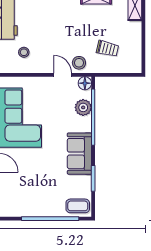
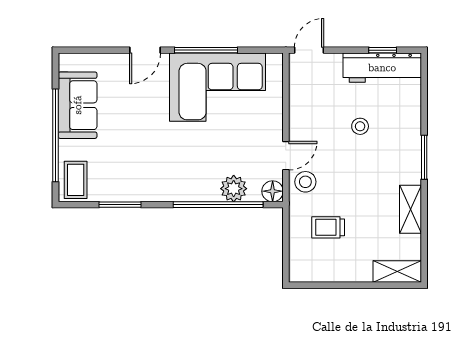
trolley: (107, 49) -> (328, 227), turned 77
stool: (24, 52) -> (360, 126), moved
sofa: (79, 154) -> (78, 105), moved, turned 90

